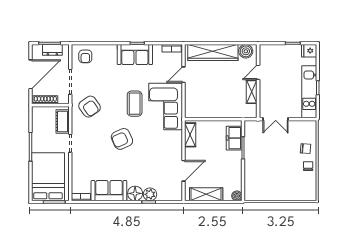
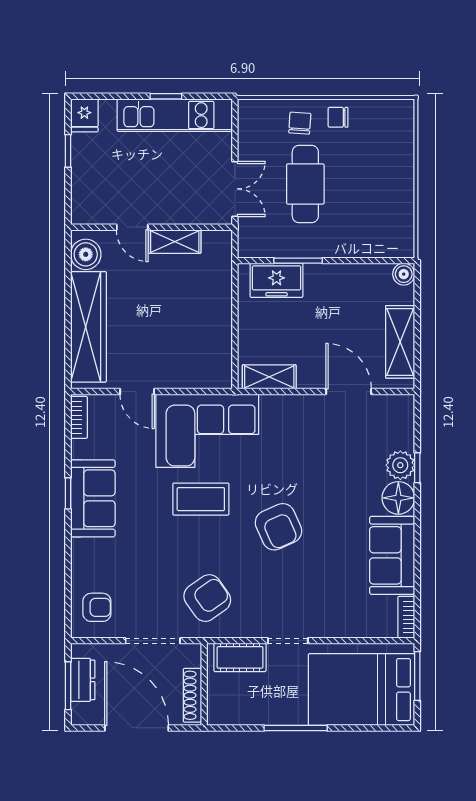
cafe table: (278, 151) -> (305, 184), added

